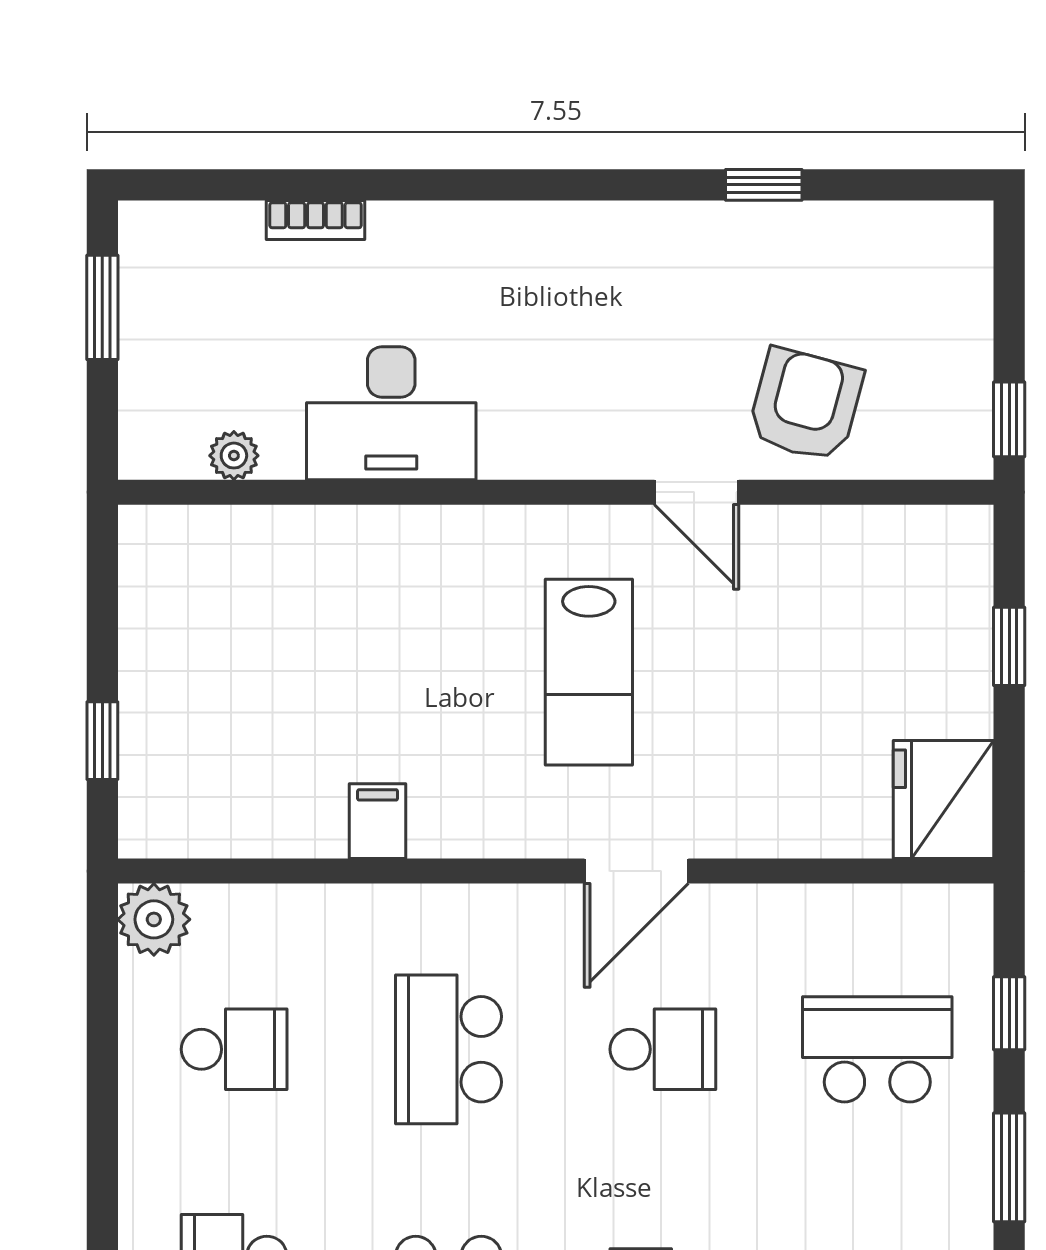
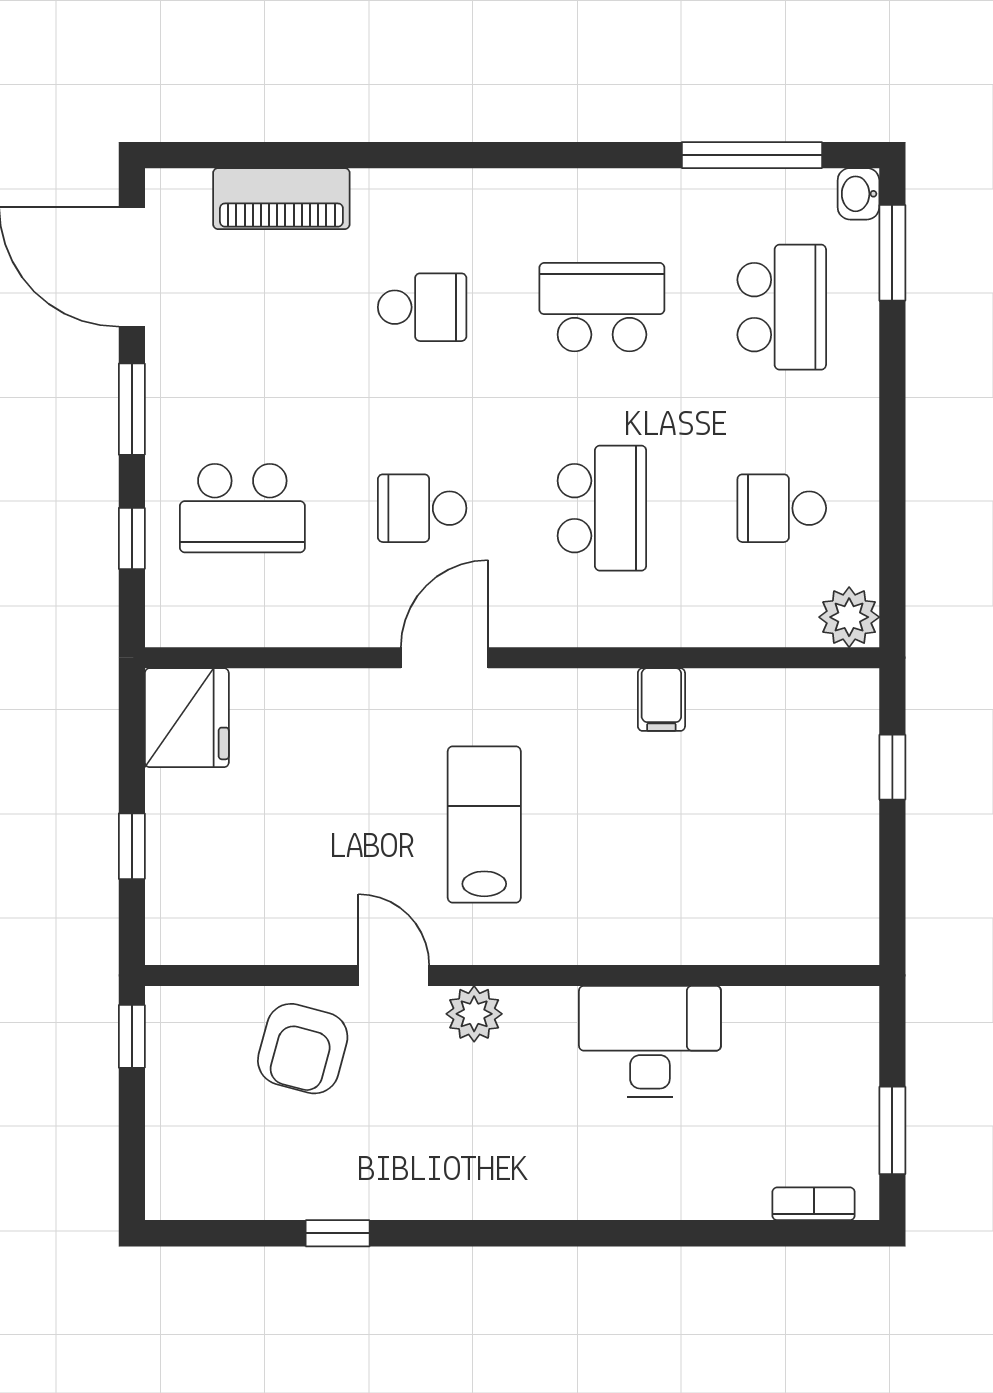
bookcase: (315, 220) -> (814, 1204), moved
plant: (234, 456) -> (474, 1014), moved, width x1.38, depth x1.38

